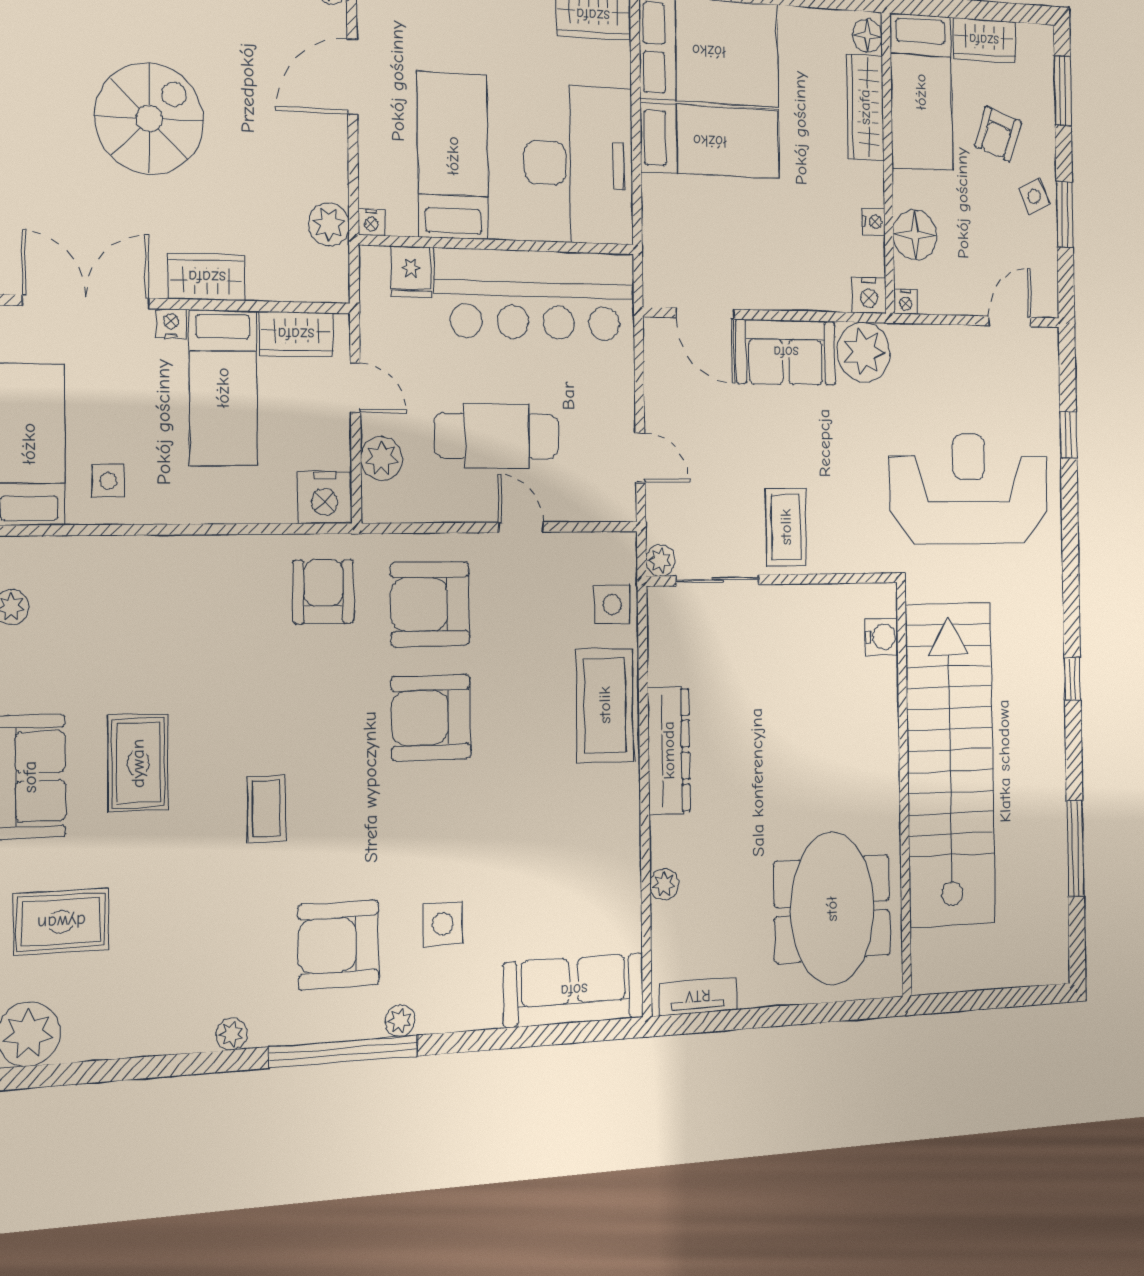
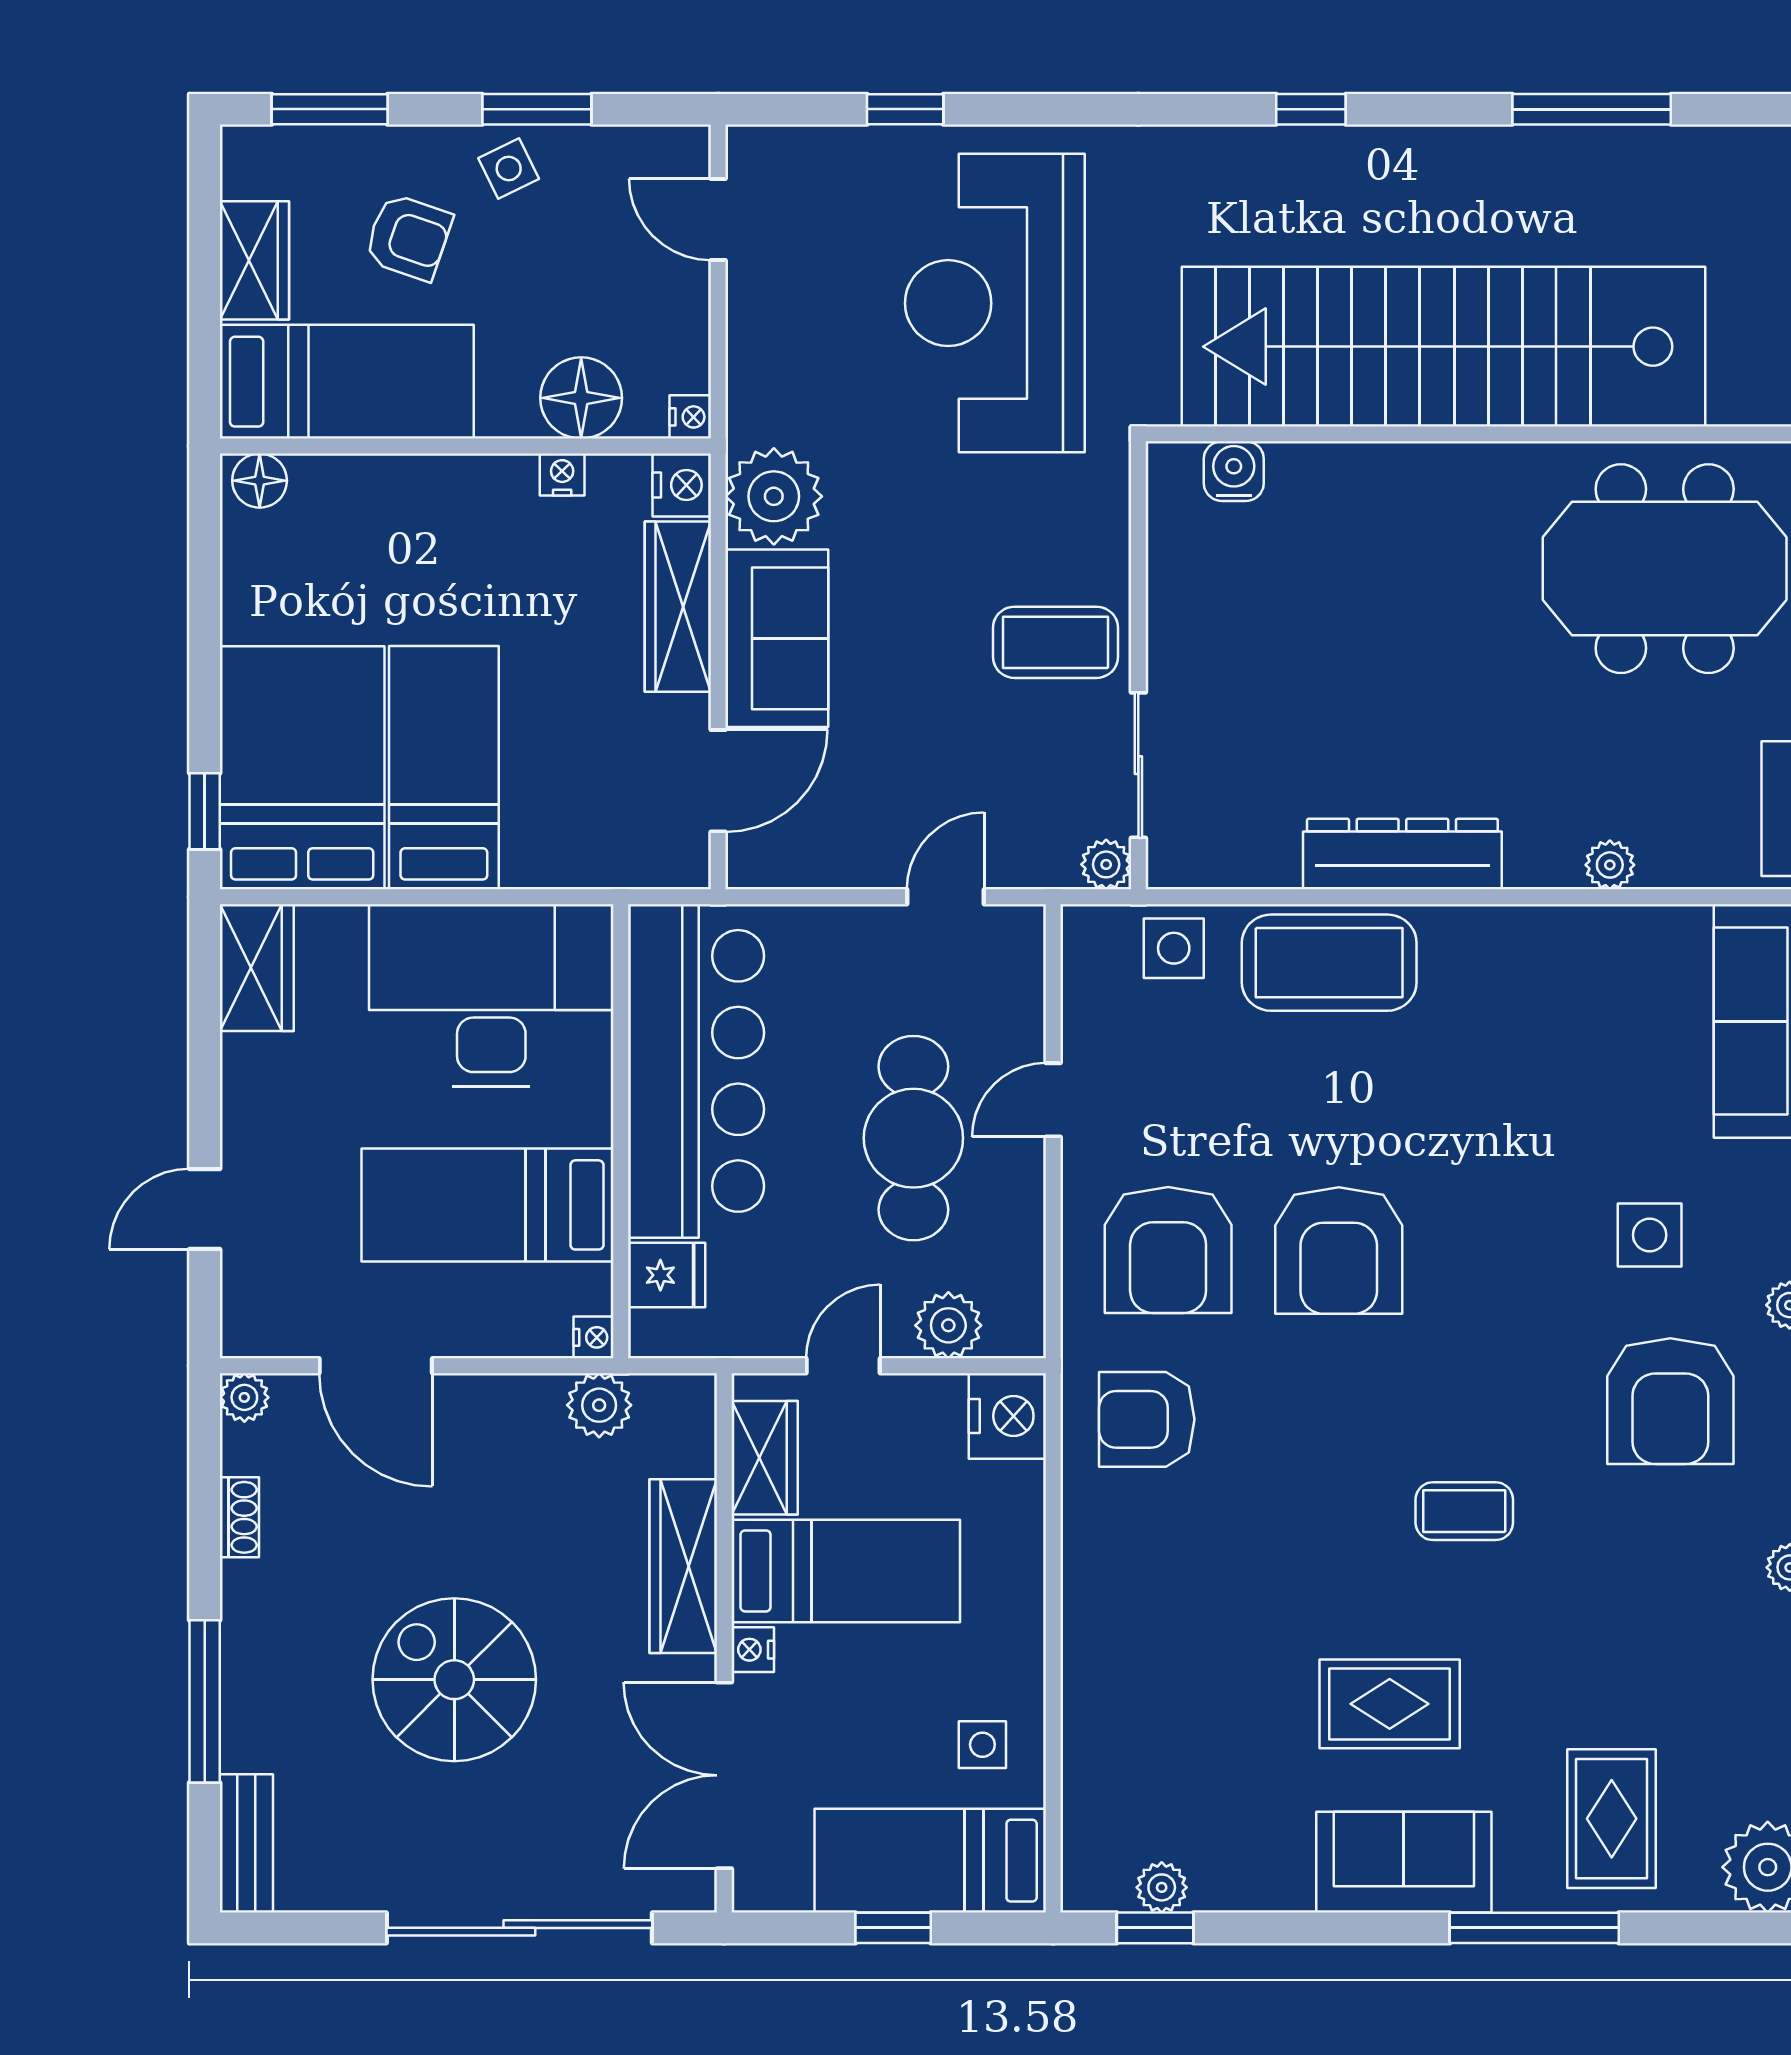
wardrobe: (865, 107) -> (678, 607), moved, turned 90
wardrobe: (207, 277) -> (683, 1566), width x1.50

